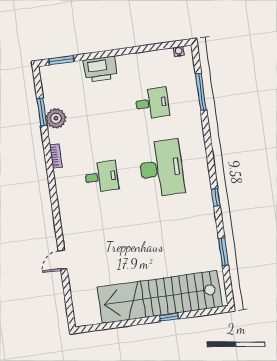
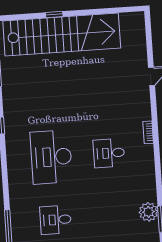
bookcase: (56, 156) -> (148, 132), moved

